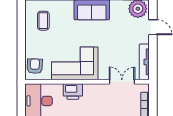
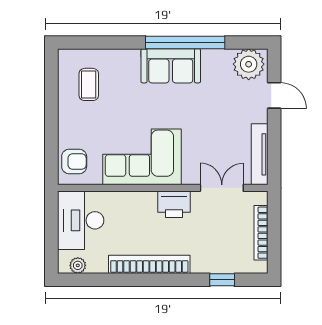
armchair: (35, 66) -> (74, 161), turned 88
printer: (73, 91) -> (174, 204), moved

